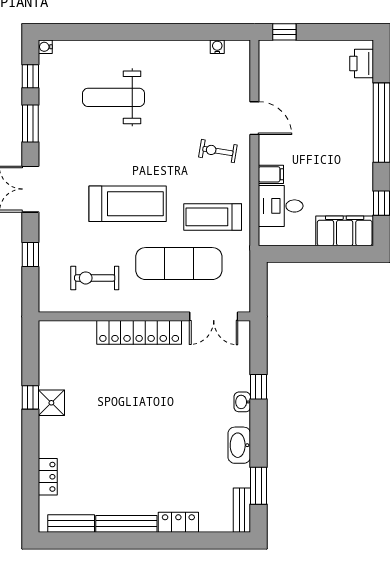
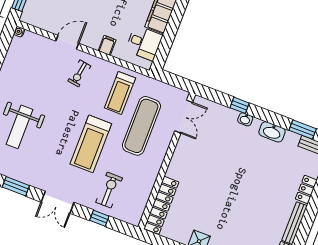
water cooler: (217, 47) -> (19, 32), moved
treadmill: (128, 204) -> (91, 144), turned 180
desk: (281, 206) -> (144, 43), moved, turned -90
exercise bike: (95, 278) -> (109, 190), moved, turned 180
locker: (139, 332) -> (161, 205), moved

